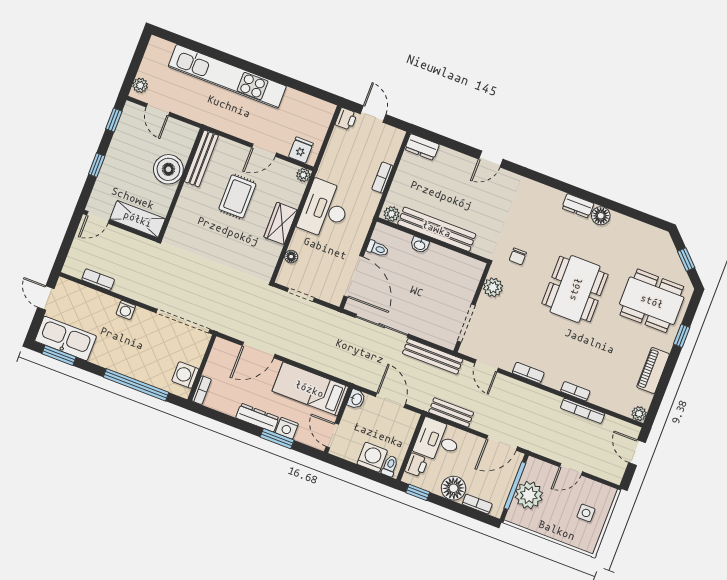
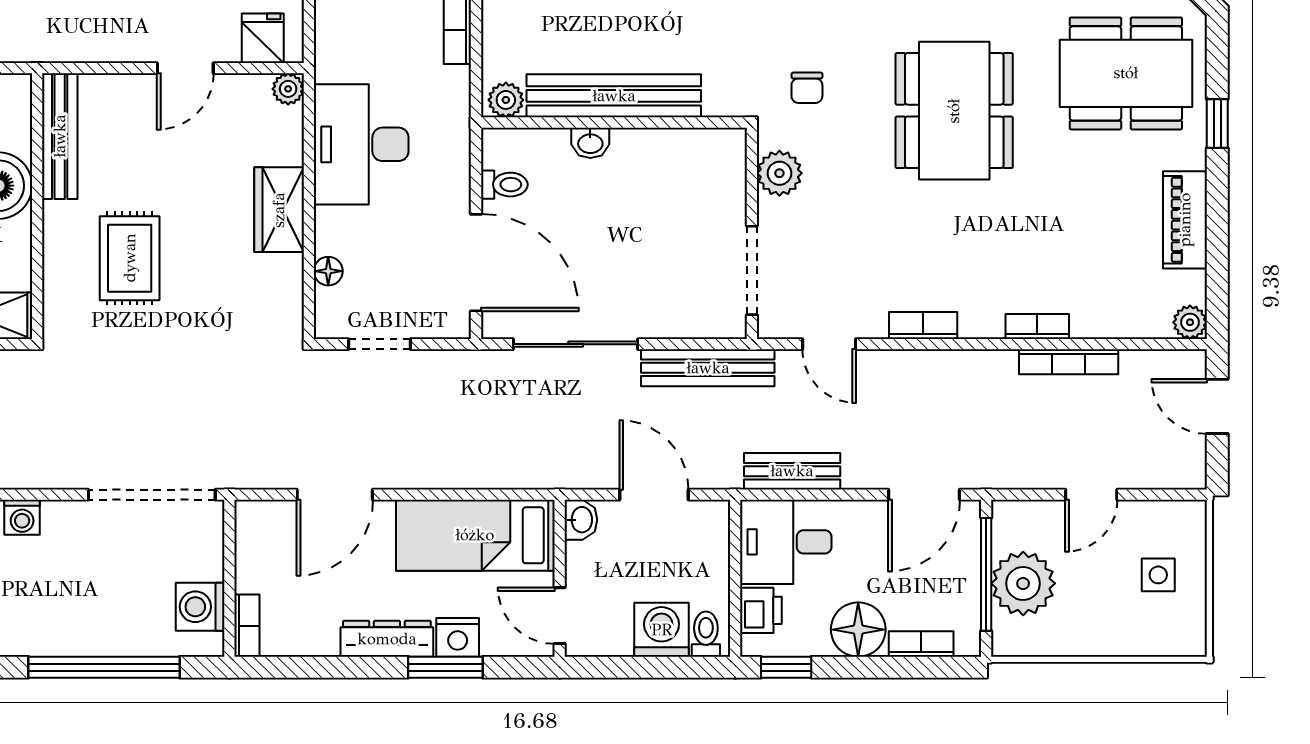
rug: (237, 196) -> (130, 258), moved

